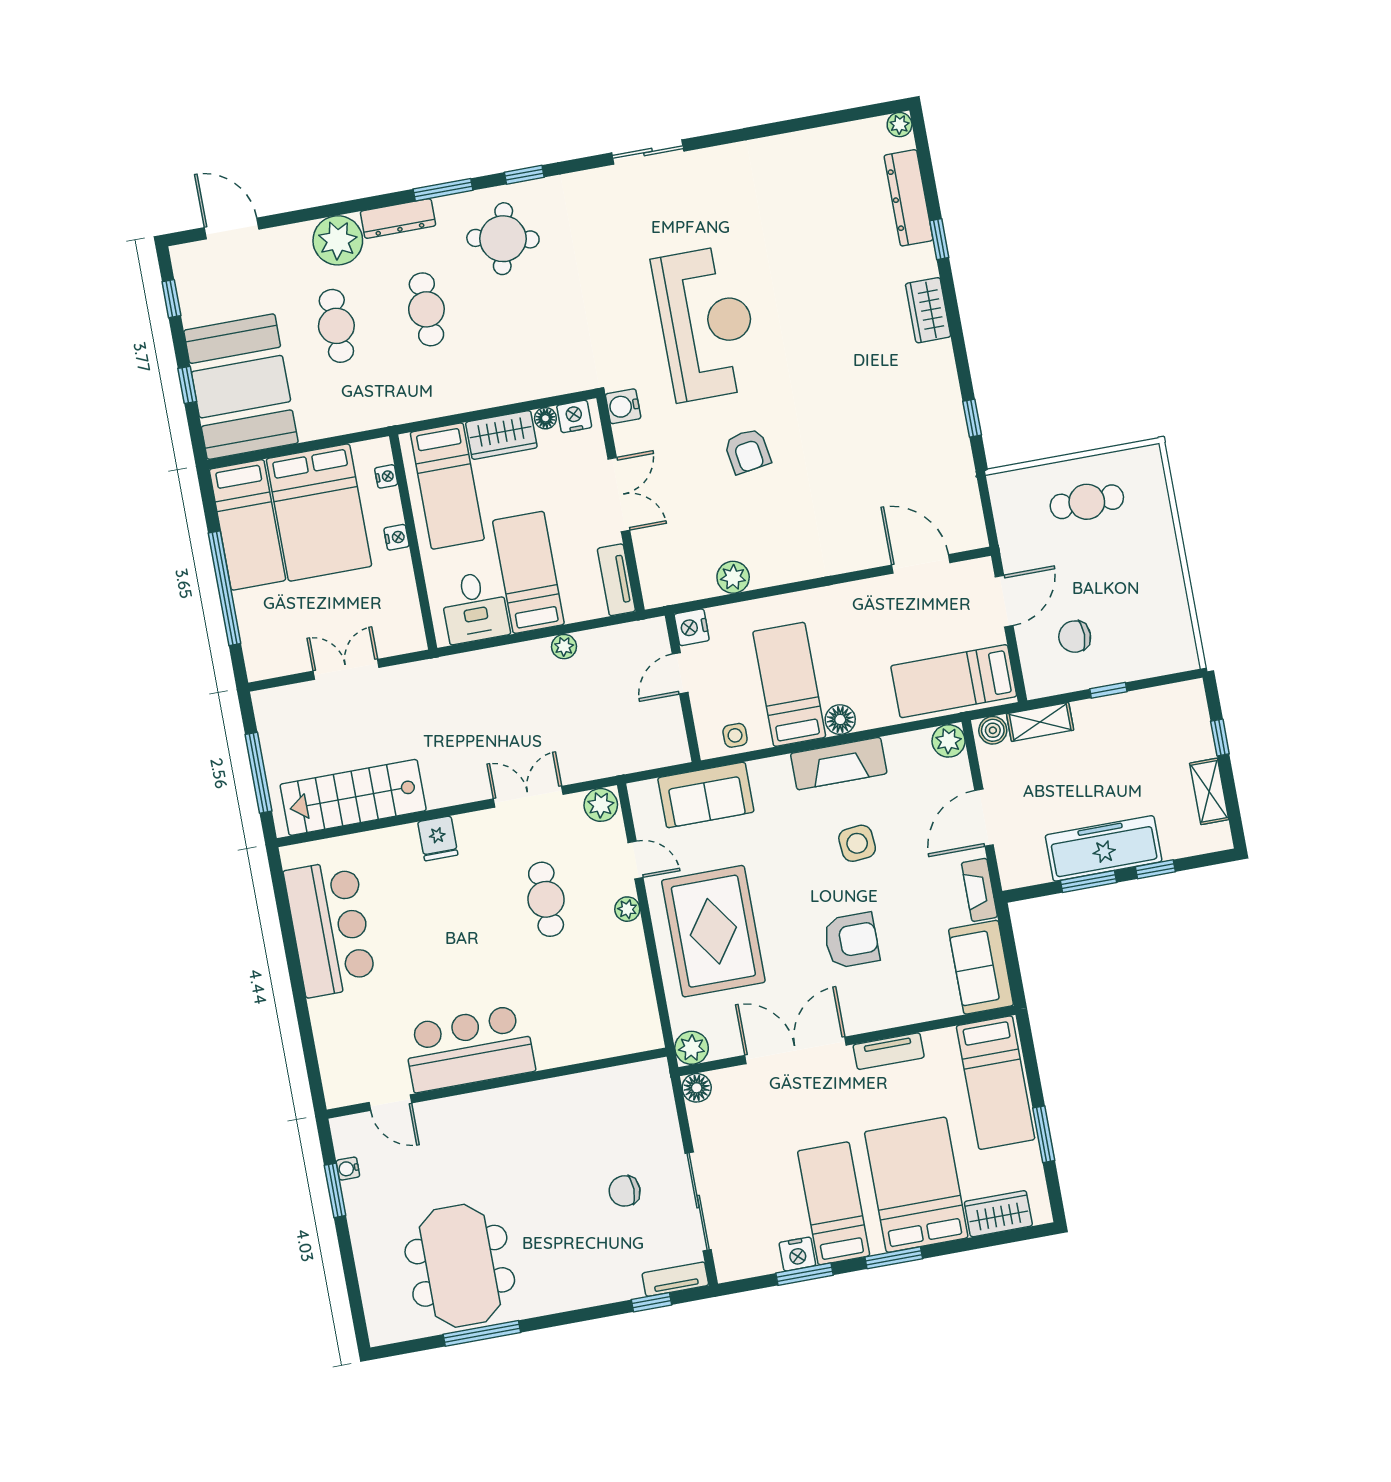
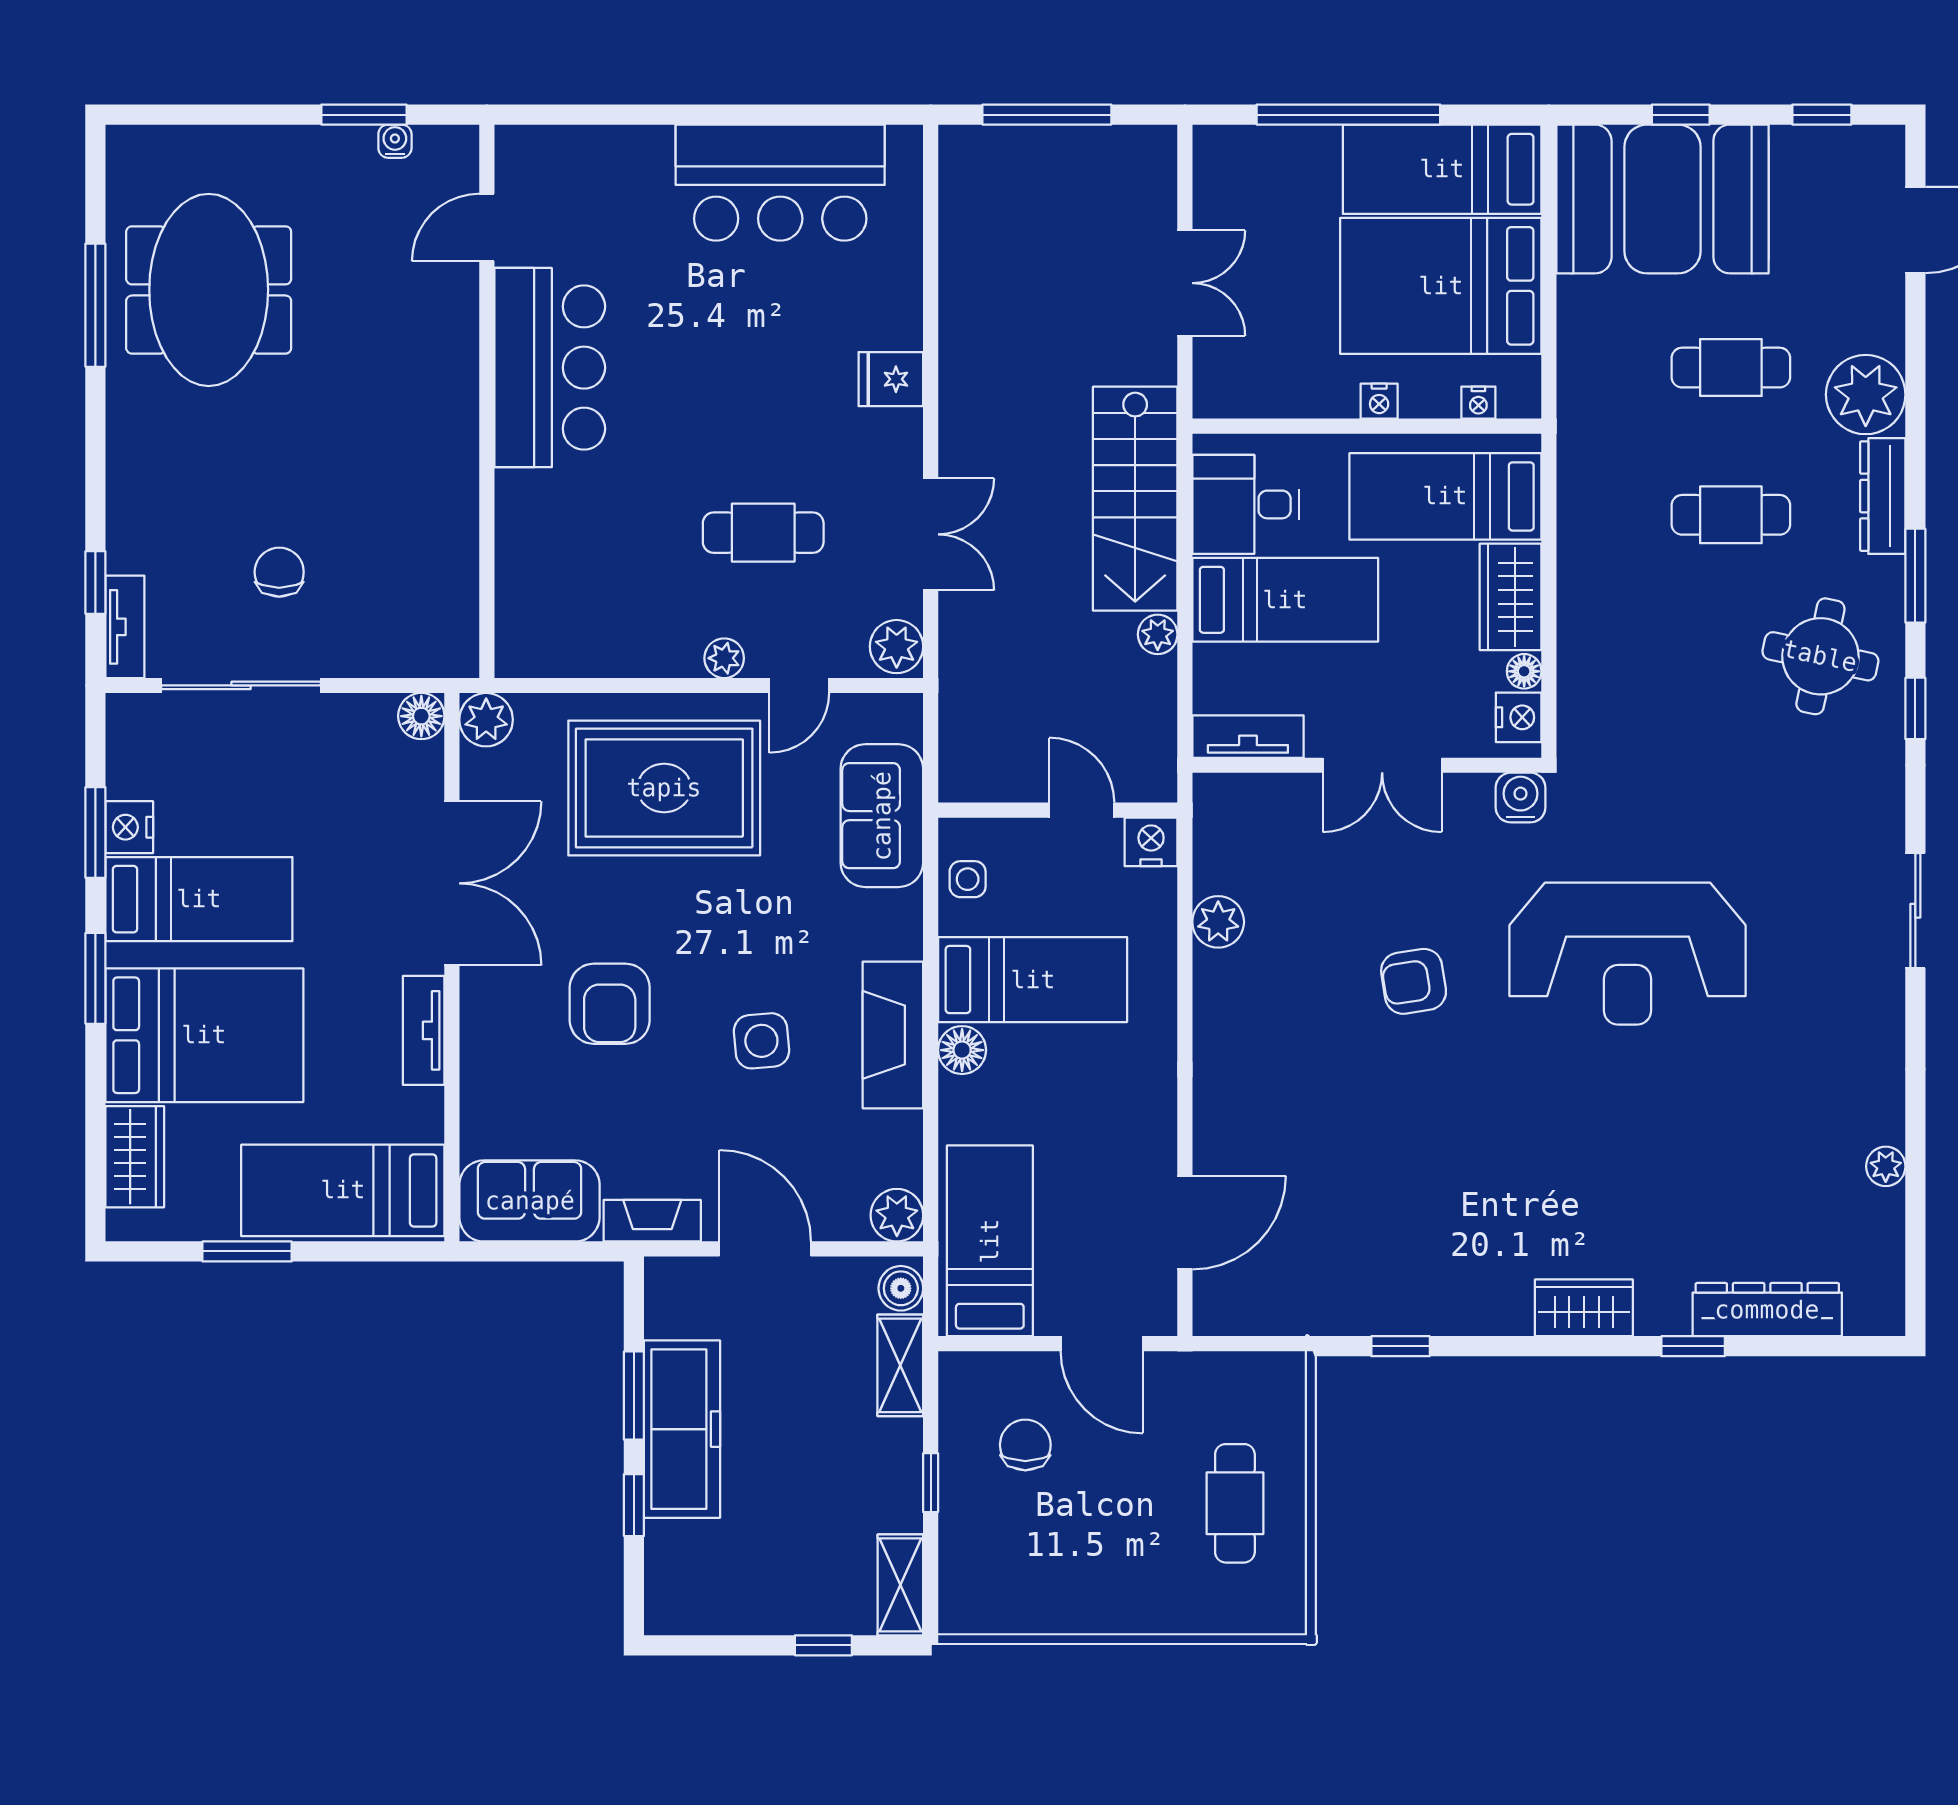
plant: (900, 125) -> (1886, 1166), moved
shelving: (1209, 791) -> (900, 1585), moved, turned 90
stairs: (353, 797) -> (1135, 499), moved, turned 180
meeting table: (460, 1266) -> (209, 290), turned 90

